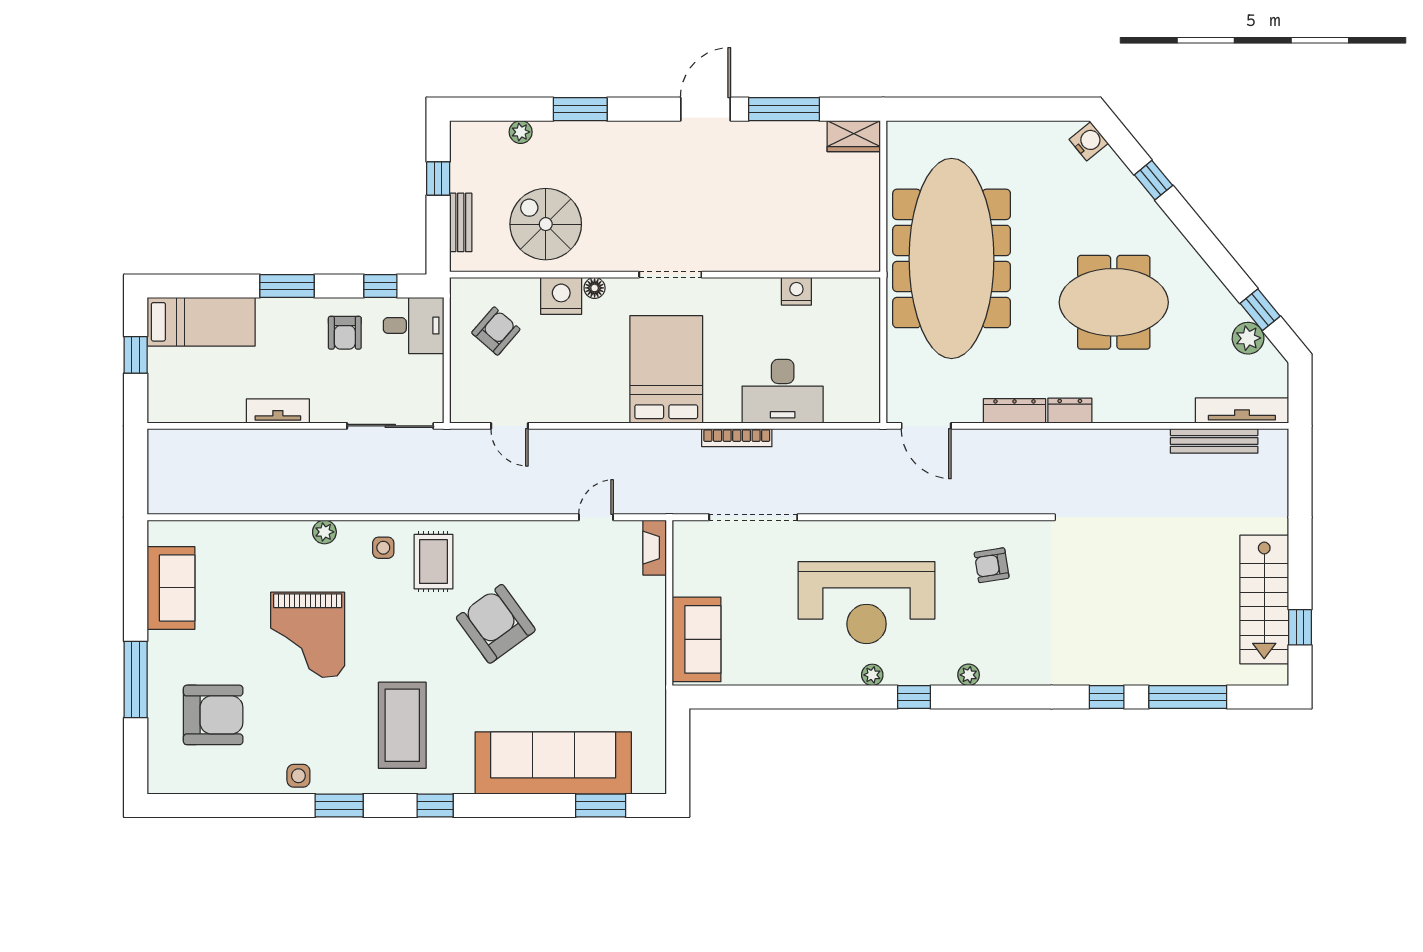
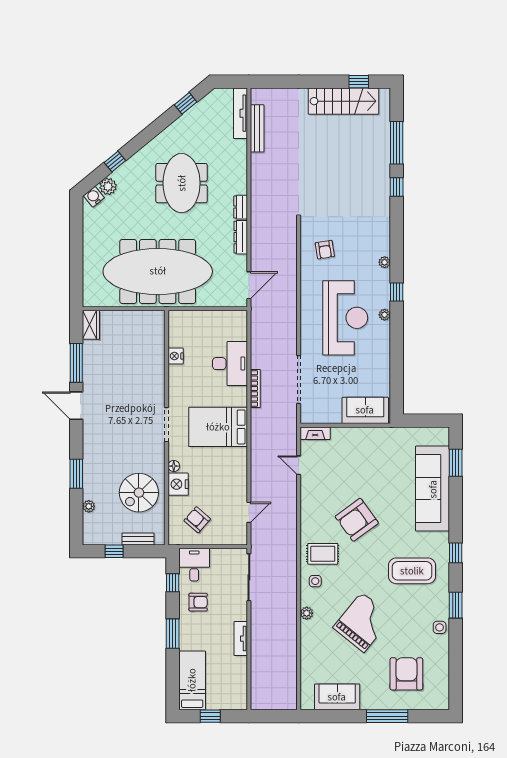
plant: (1248, 338) -> (108, 186), moved
grand piano: (308, 635) -> (363, 622), turned -51

